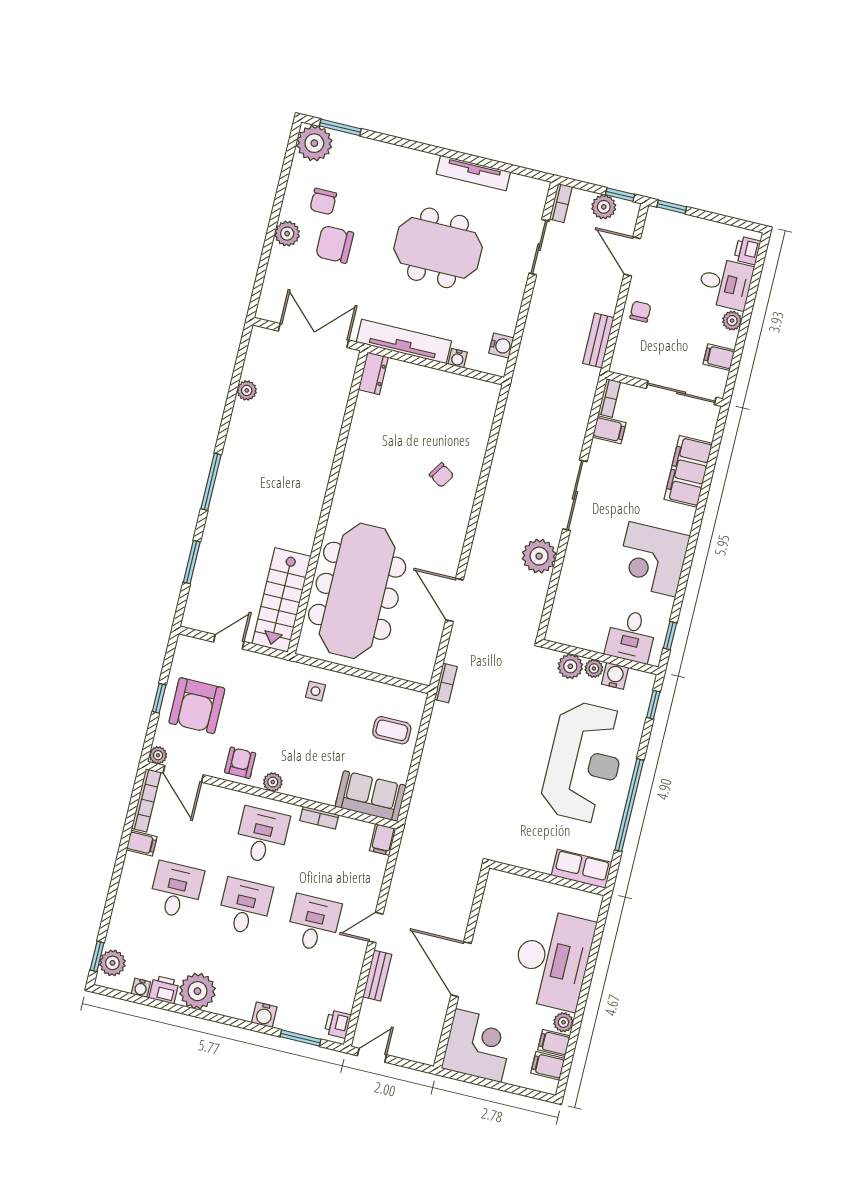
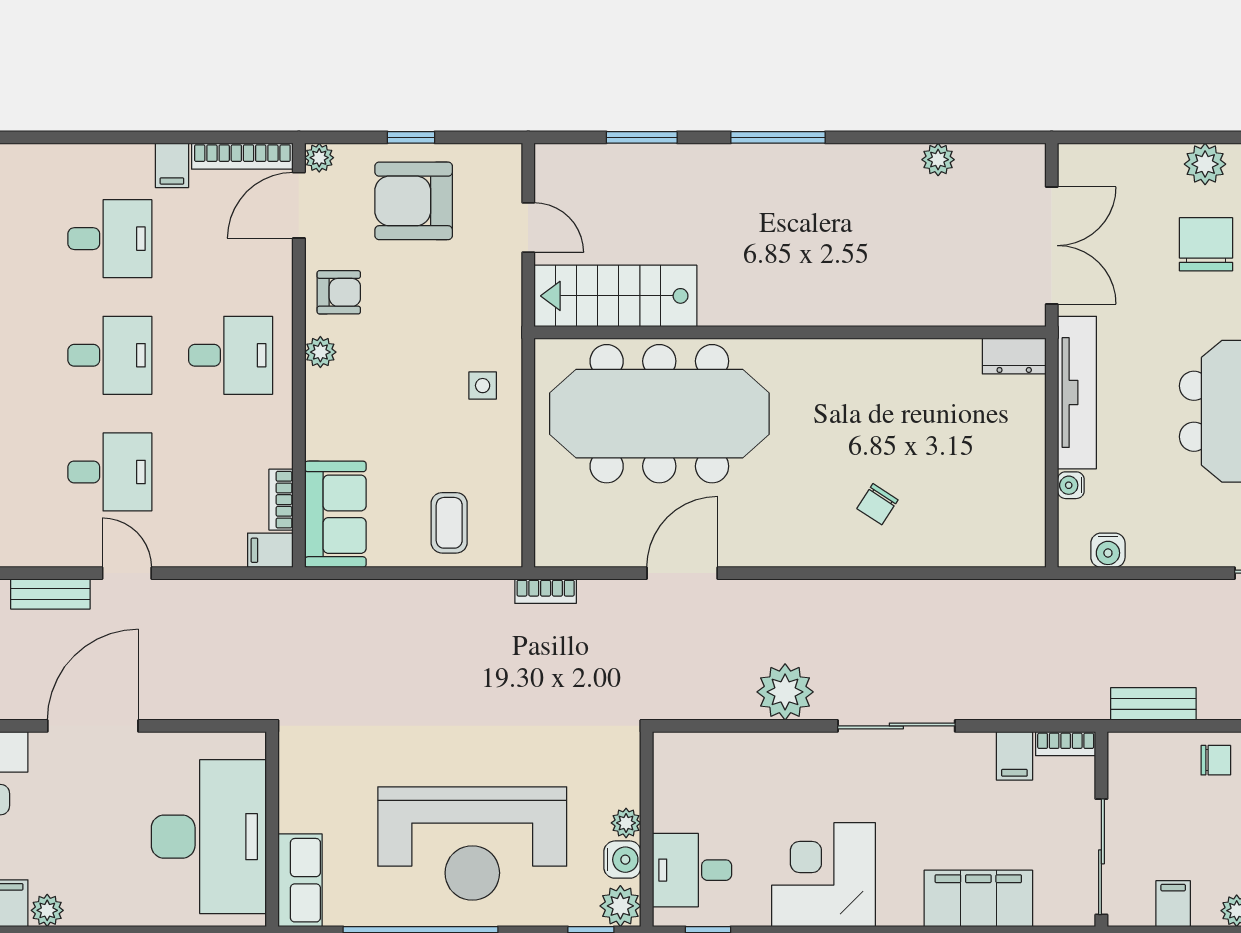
plant: (570, 666) -> (620, 906), moved
bookcase: (319, 818) -> (281, 500), moved
desk: (553, 960) -> (209, 837), moved, turned -90

